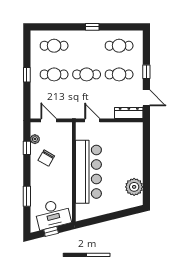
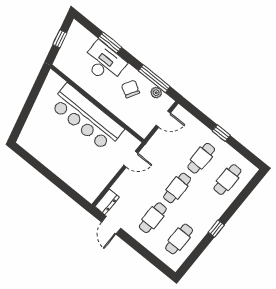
window: (146, 72) -> (135, 245), removed
door: (146, 98) -> (111, 225), hinge flipped
dresser: (129, 113) -> (107, 202), width x0.70
window: (27, 148) -> (154, 79), width x2.17
plant: (134, 187) -> (39, 148), removed
desk: (53, 214) -> (104, 62), moved, turned 104

